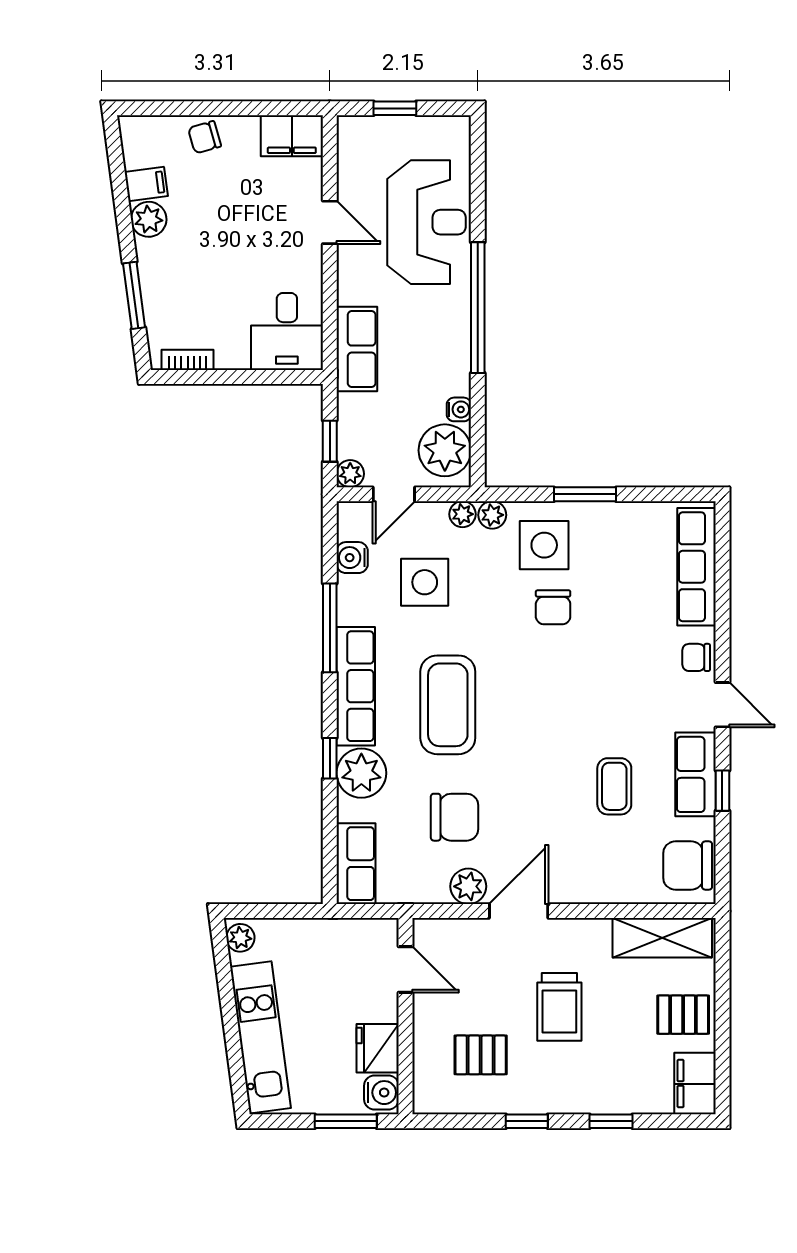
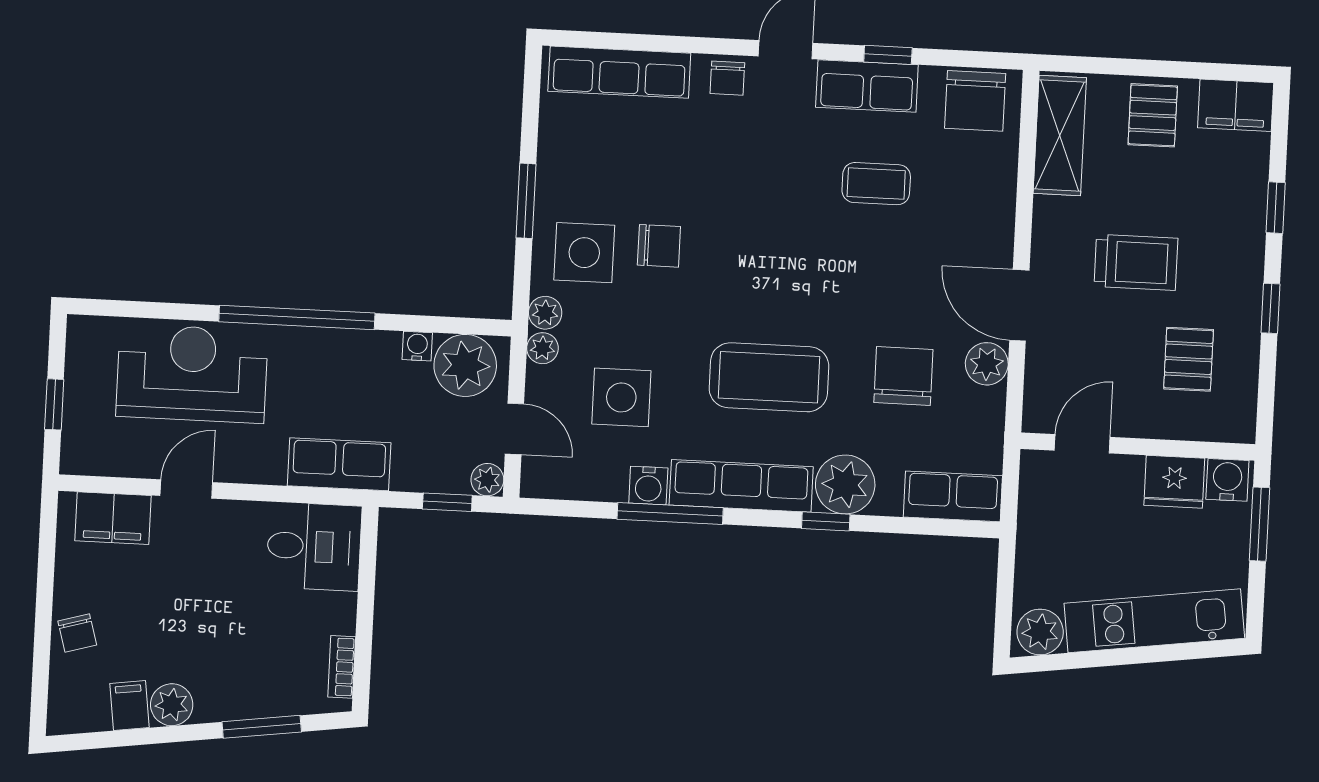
filing cabinet: (292, 136) -> (113, 518), moved, turned 90
water cooler: (352, 558) -> (648, 486), moved
plant: (240, 938) -> (1040, 632), width x1.38, depth x1.38

